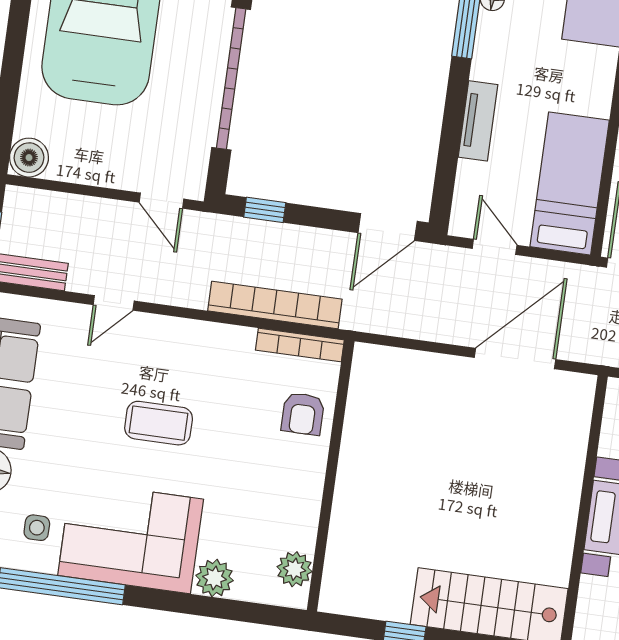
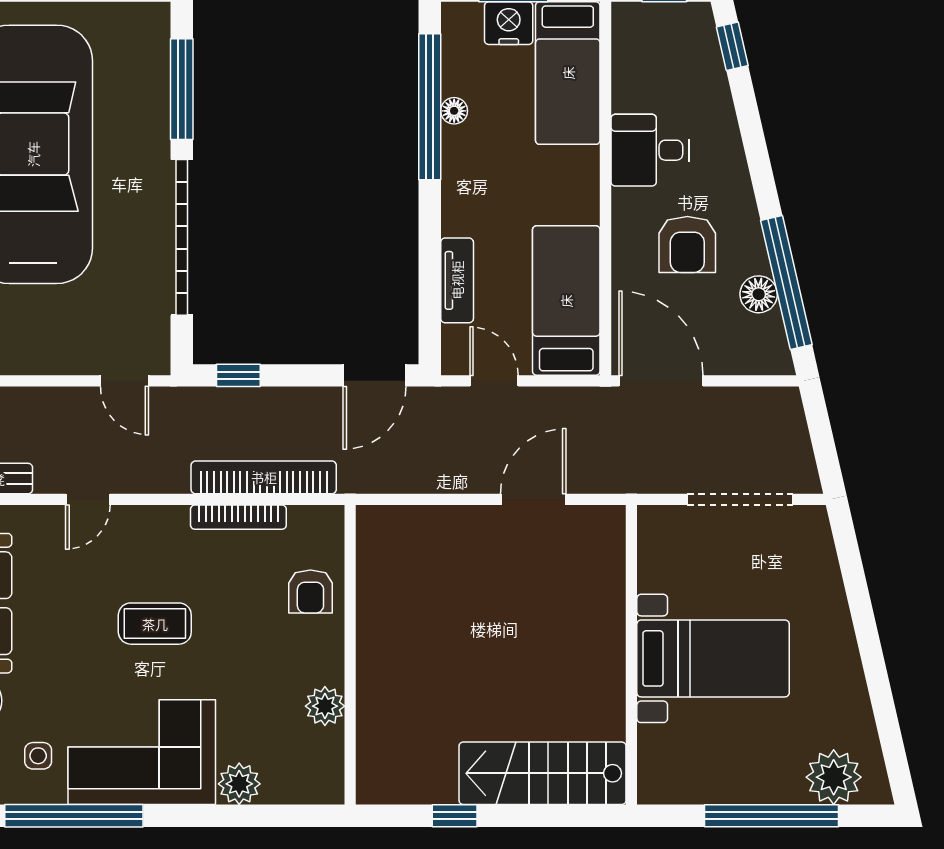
tv unit: (478, 121) -> (457, 280), moved
bookcase: (300, 345) -> (238, 517), moved
door: (515, 359) -> (533, 499), width x0.73
plant: (295, 569) -> (325, 706), moved

